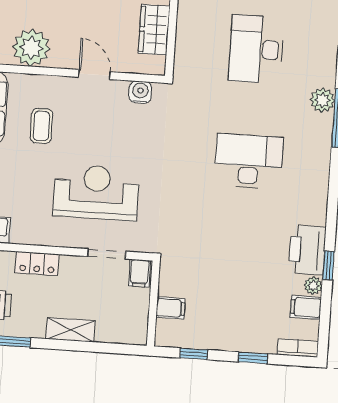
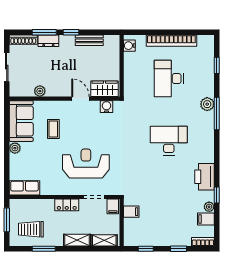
wardrobe: (154, 30) -> (105, 89), moved, turned 90
plant: (31, 48) -> (40, 91), width x0.53, depth x0.53
printer: (307, 250) -> (204, 177), moved
locker: (37, 263) -> (67, 205), moved
filing cabinet: (171, 308) -> (131, 212), moved
shelving: (120, 334) -> (104, 240), added

